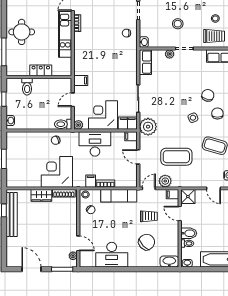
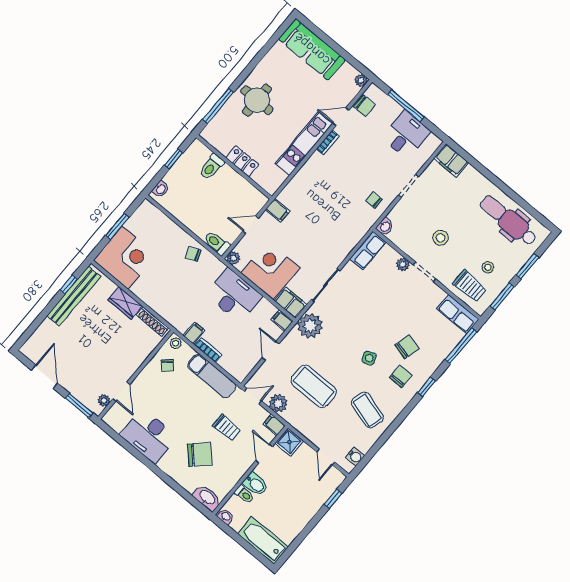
corner desk: (57, 172) -> (125, 258), moved, turned 90

